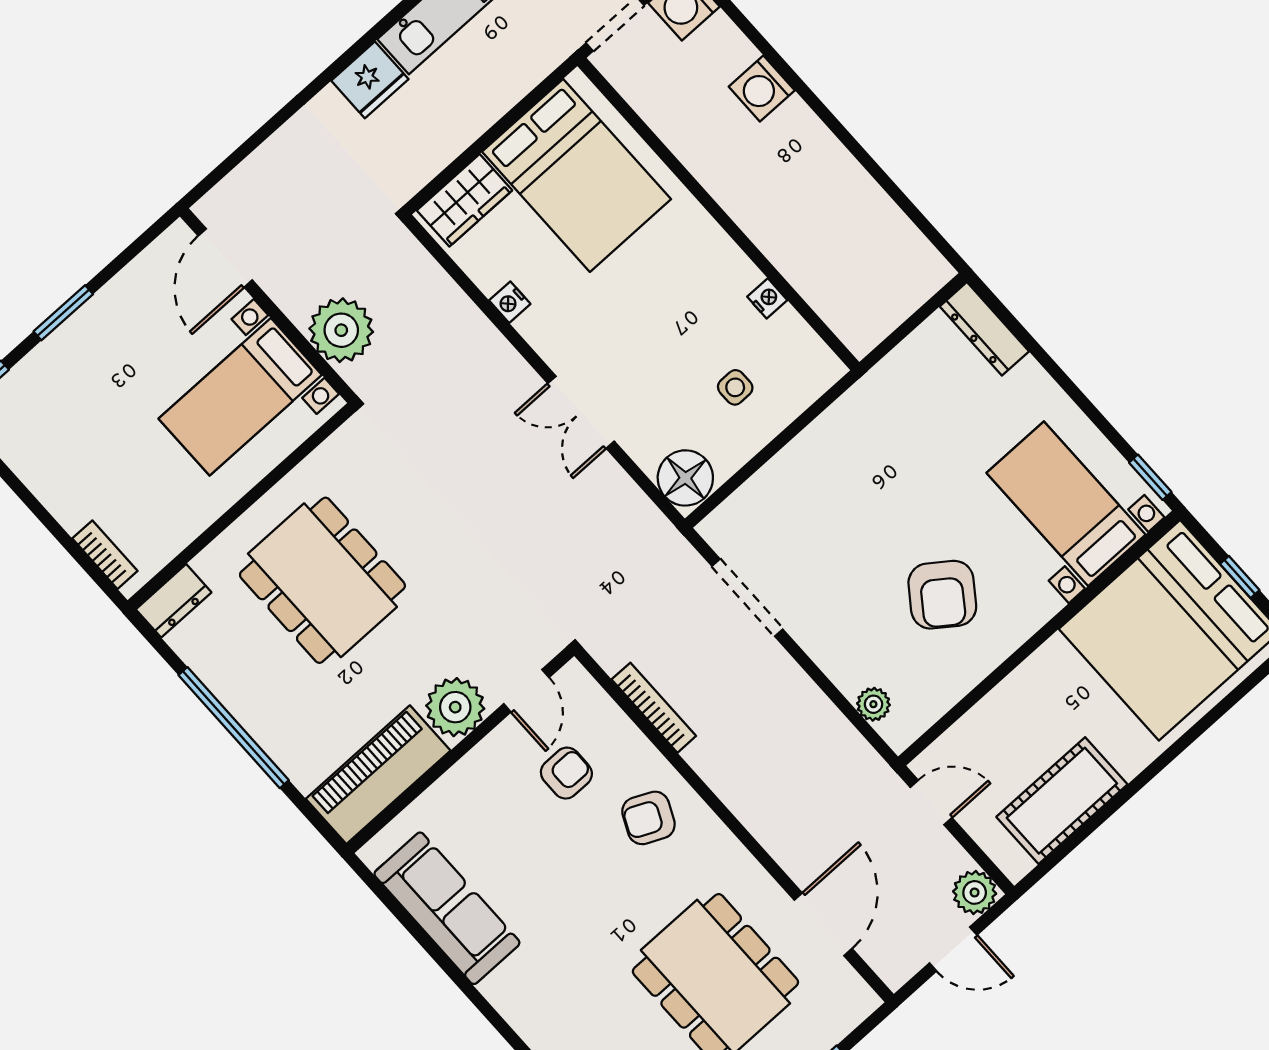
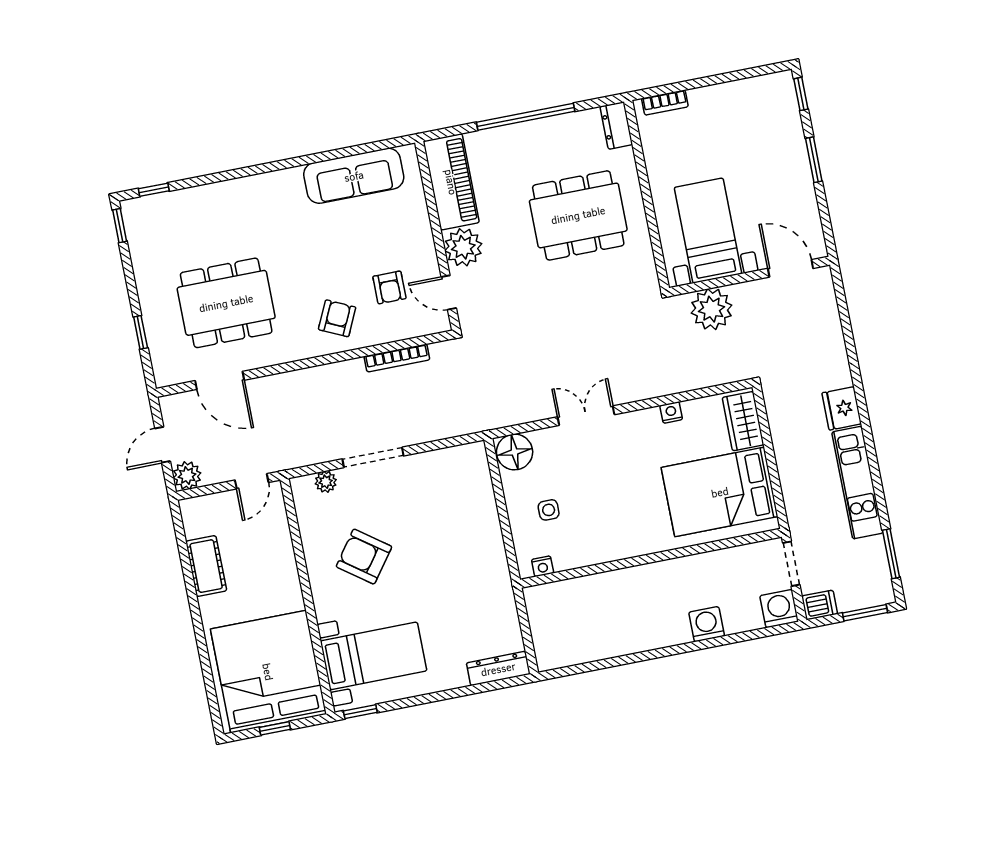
nightstand: (767, 298) -> (543, 566), moved
doorway: (747, 598) -> (373, 457), moved
cot: (1062, 801) -> (206, 566), width x0.73, depth x0.75

